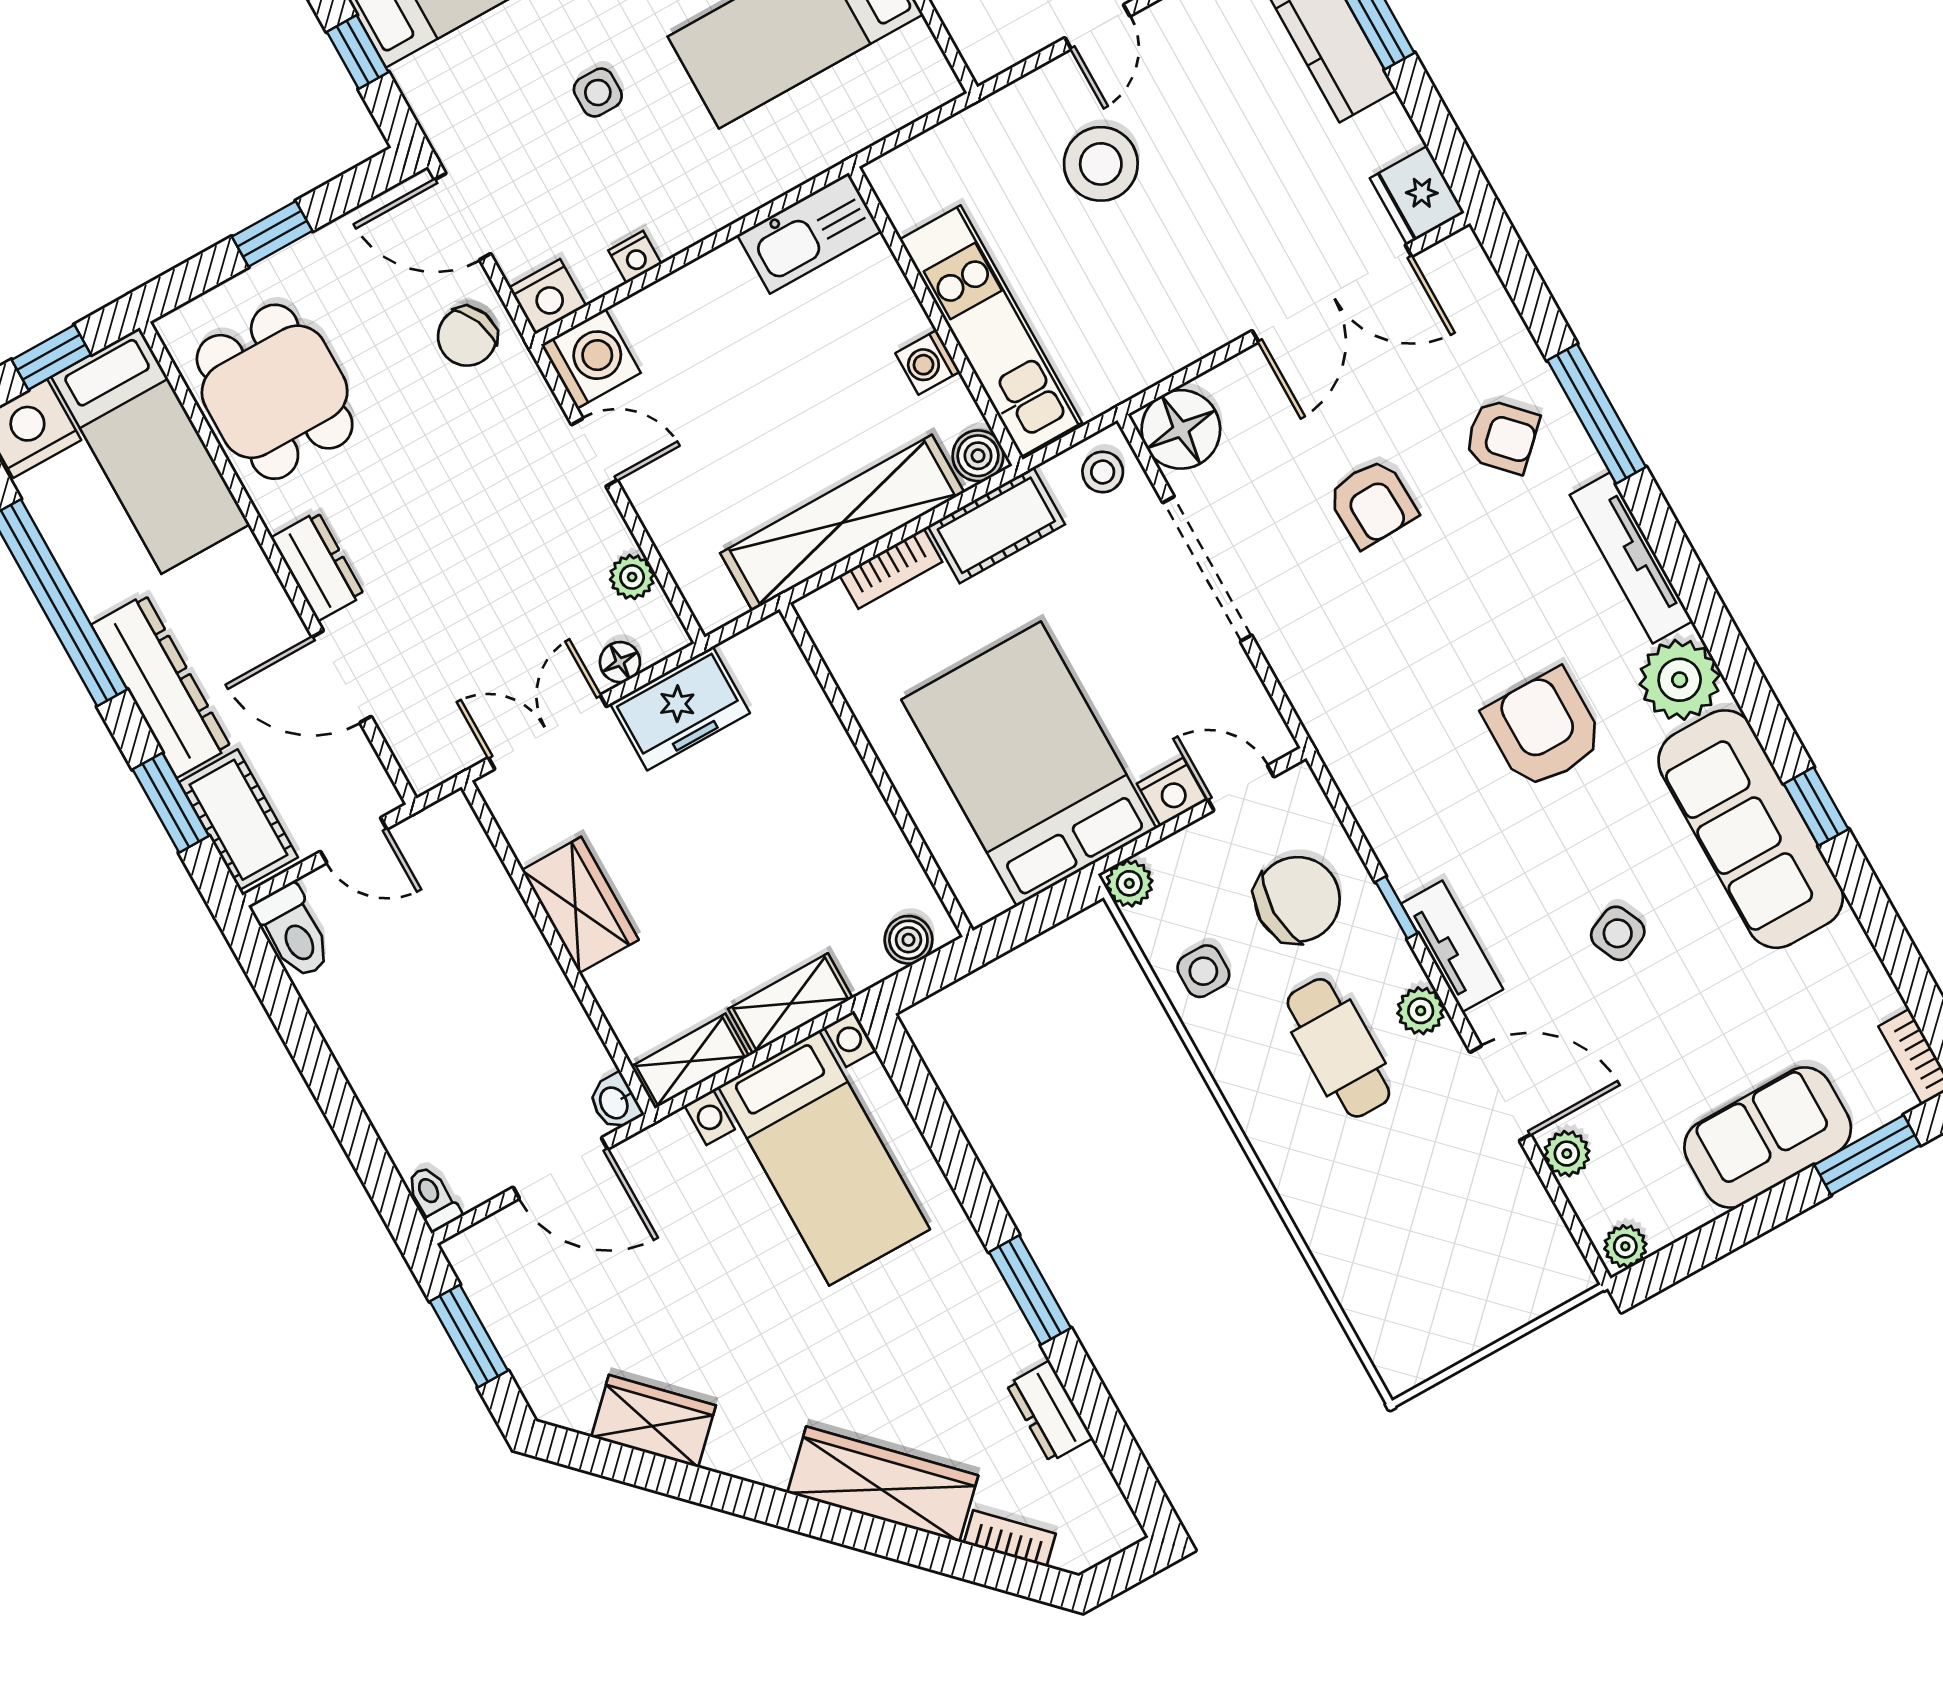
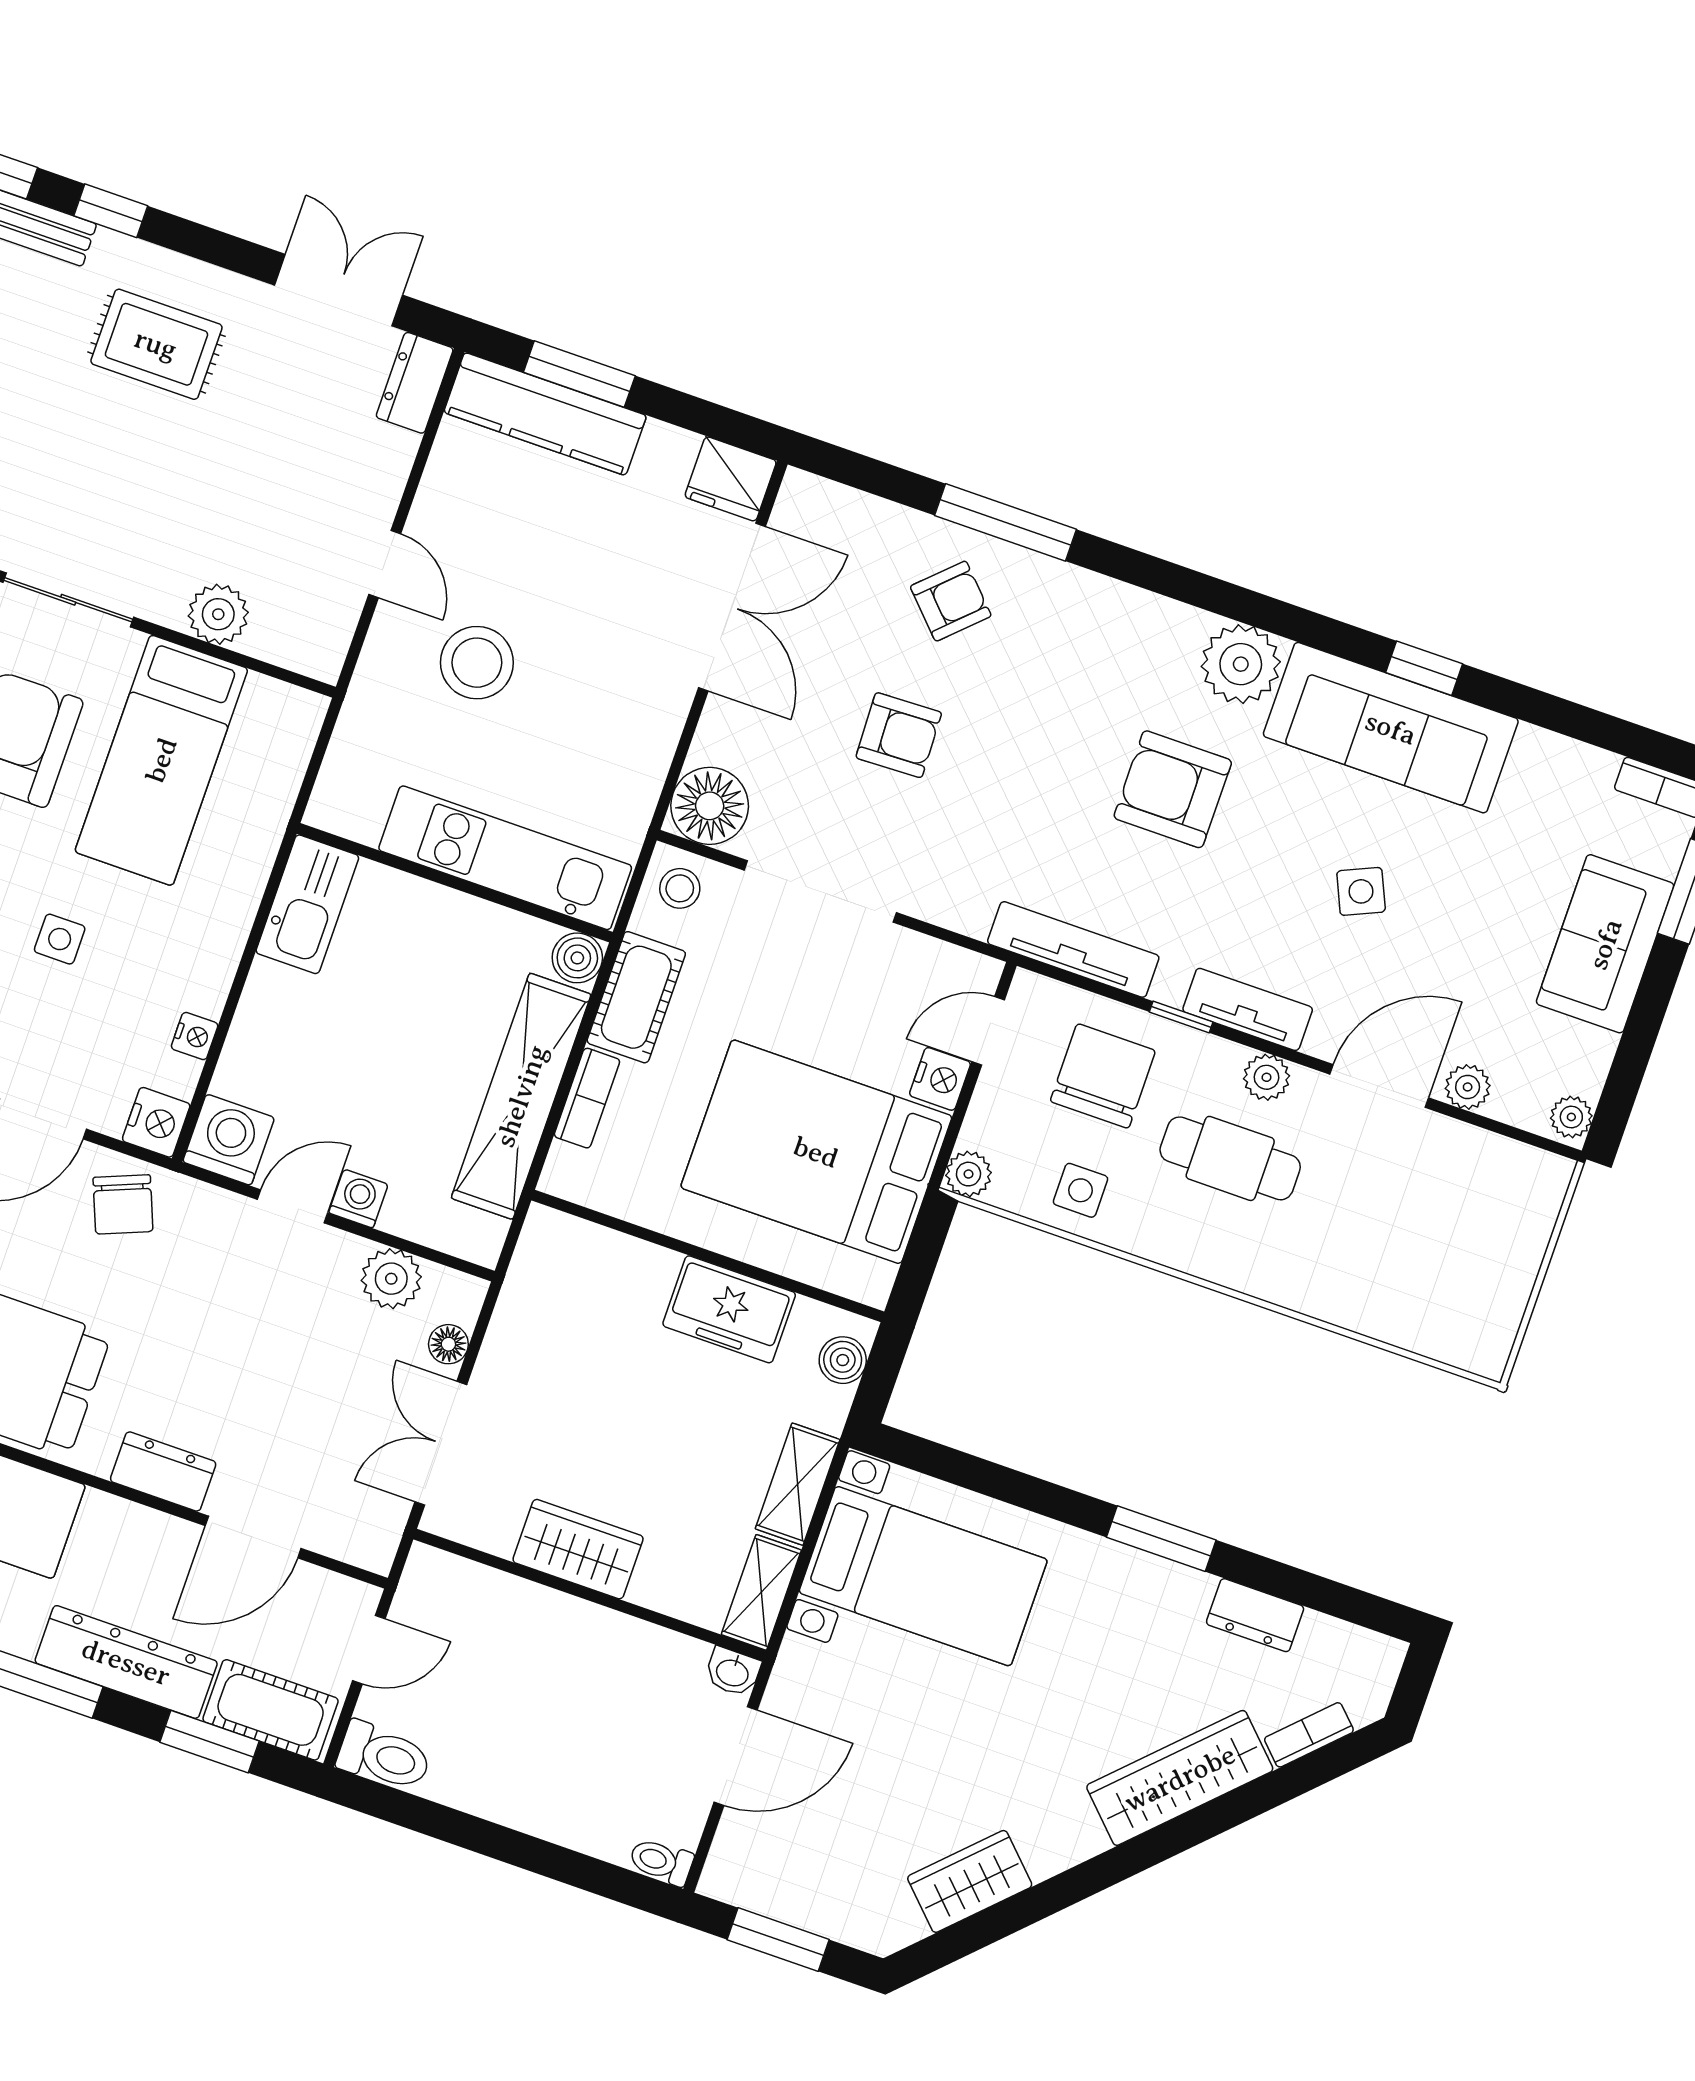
washing machine: (928, 362) -> (358, 1199), moved, turned 180
tv unit: (1631, 558) -> (1073, 949), moved, turned 180
plant: (632, 577) -> (391, 1279), width x1.38, depth x1.38
freezer: (680, 708) -> (729, 1309), moved, turned 90

